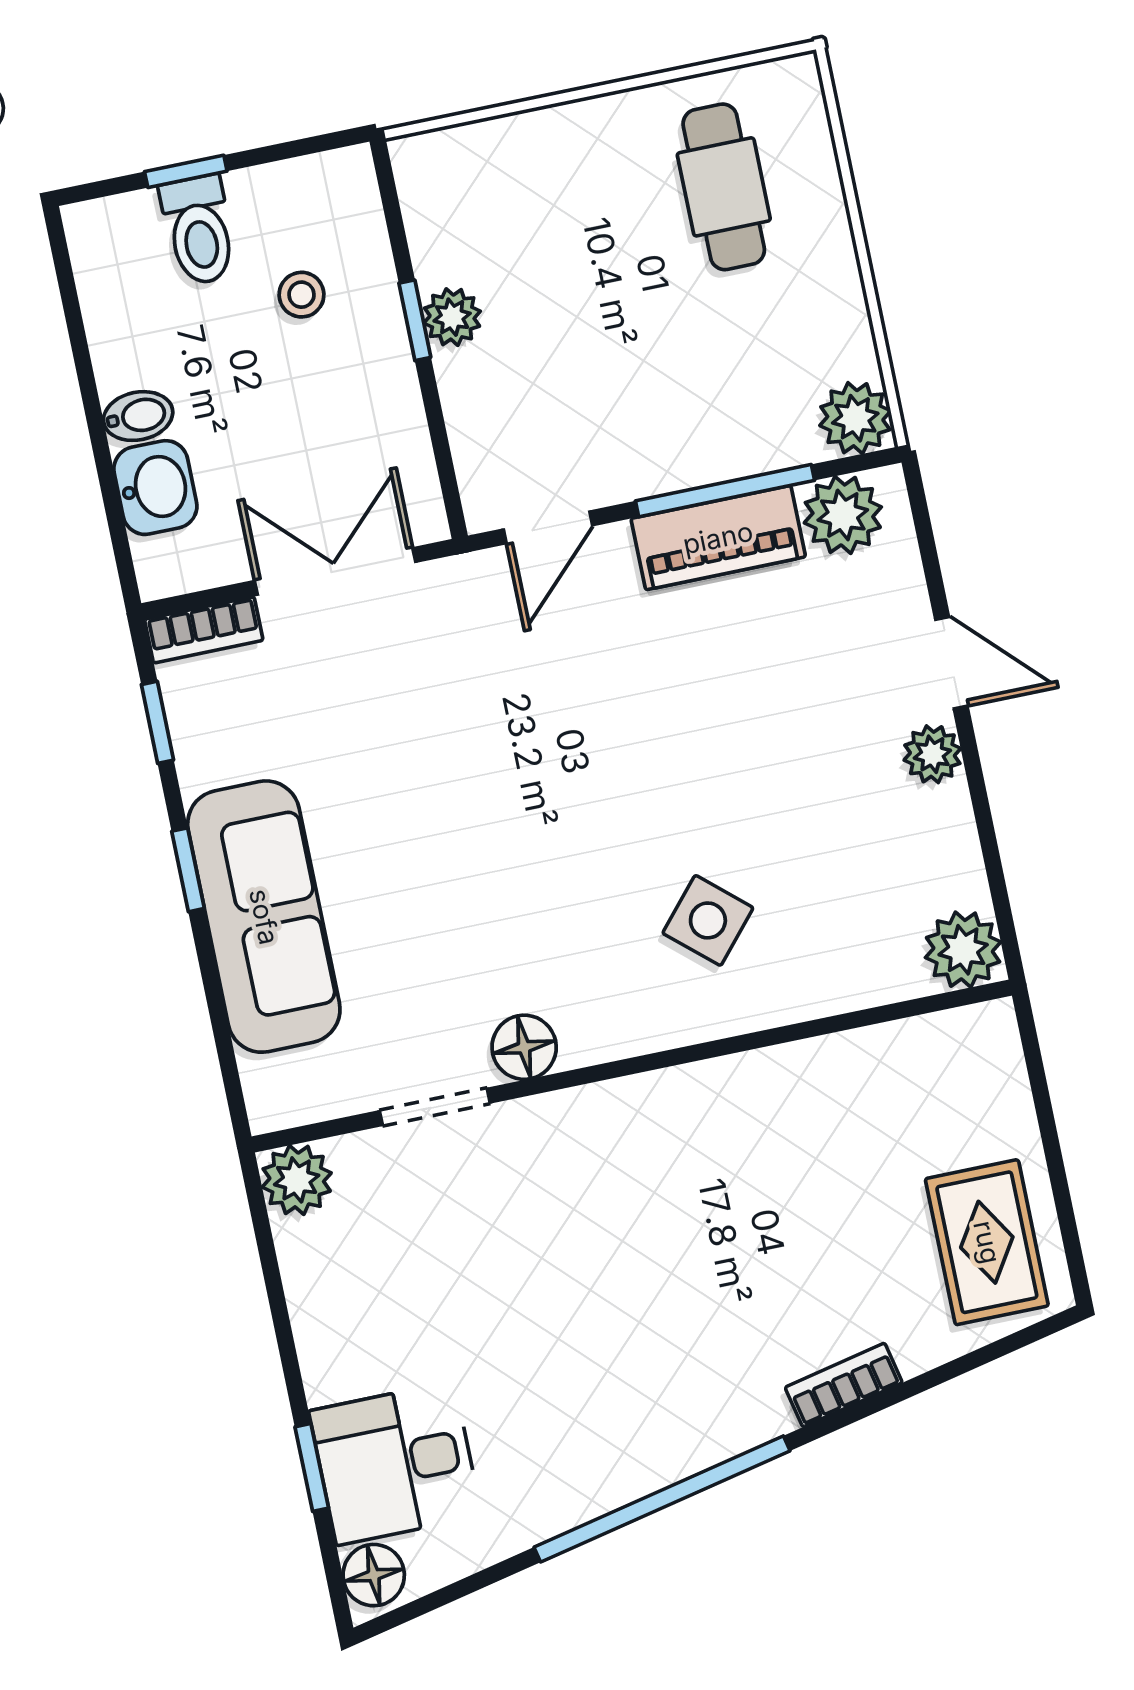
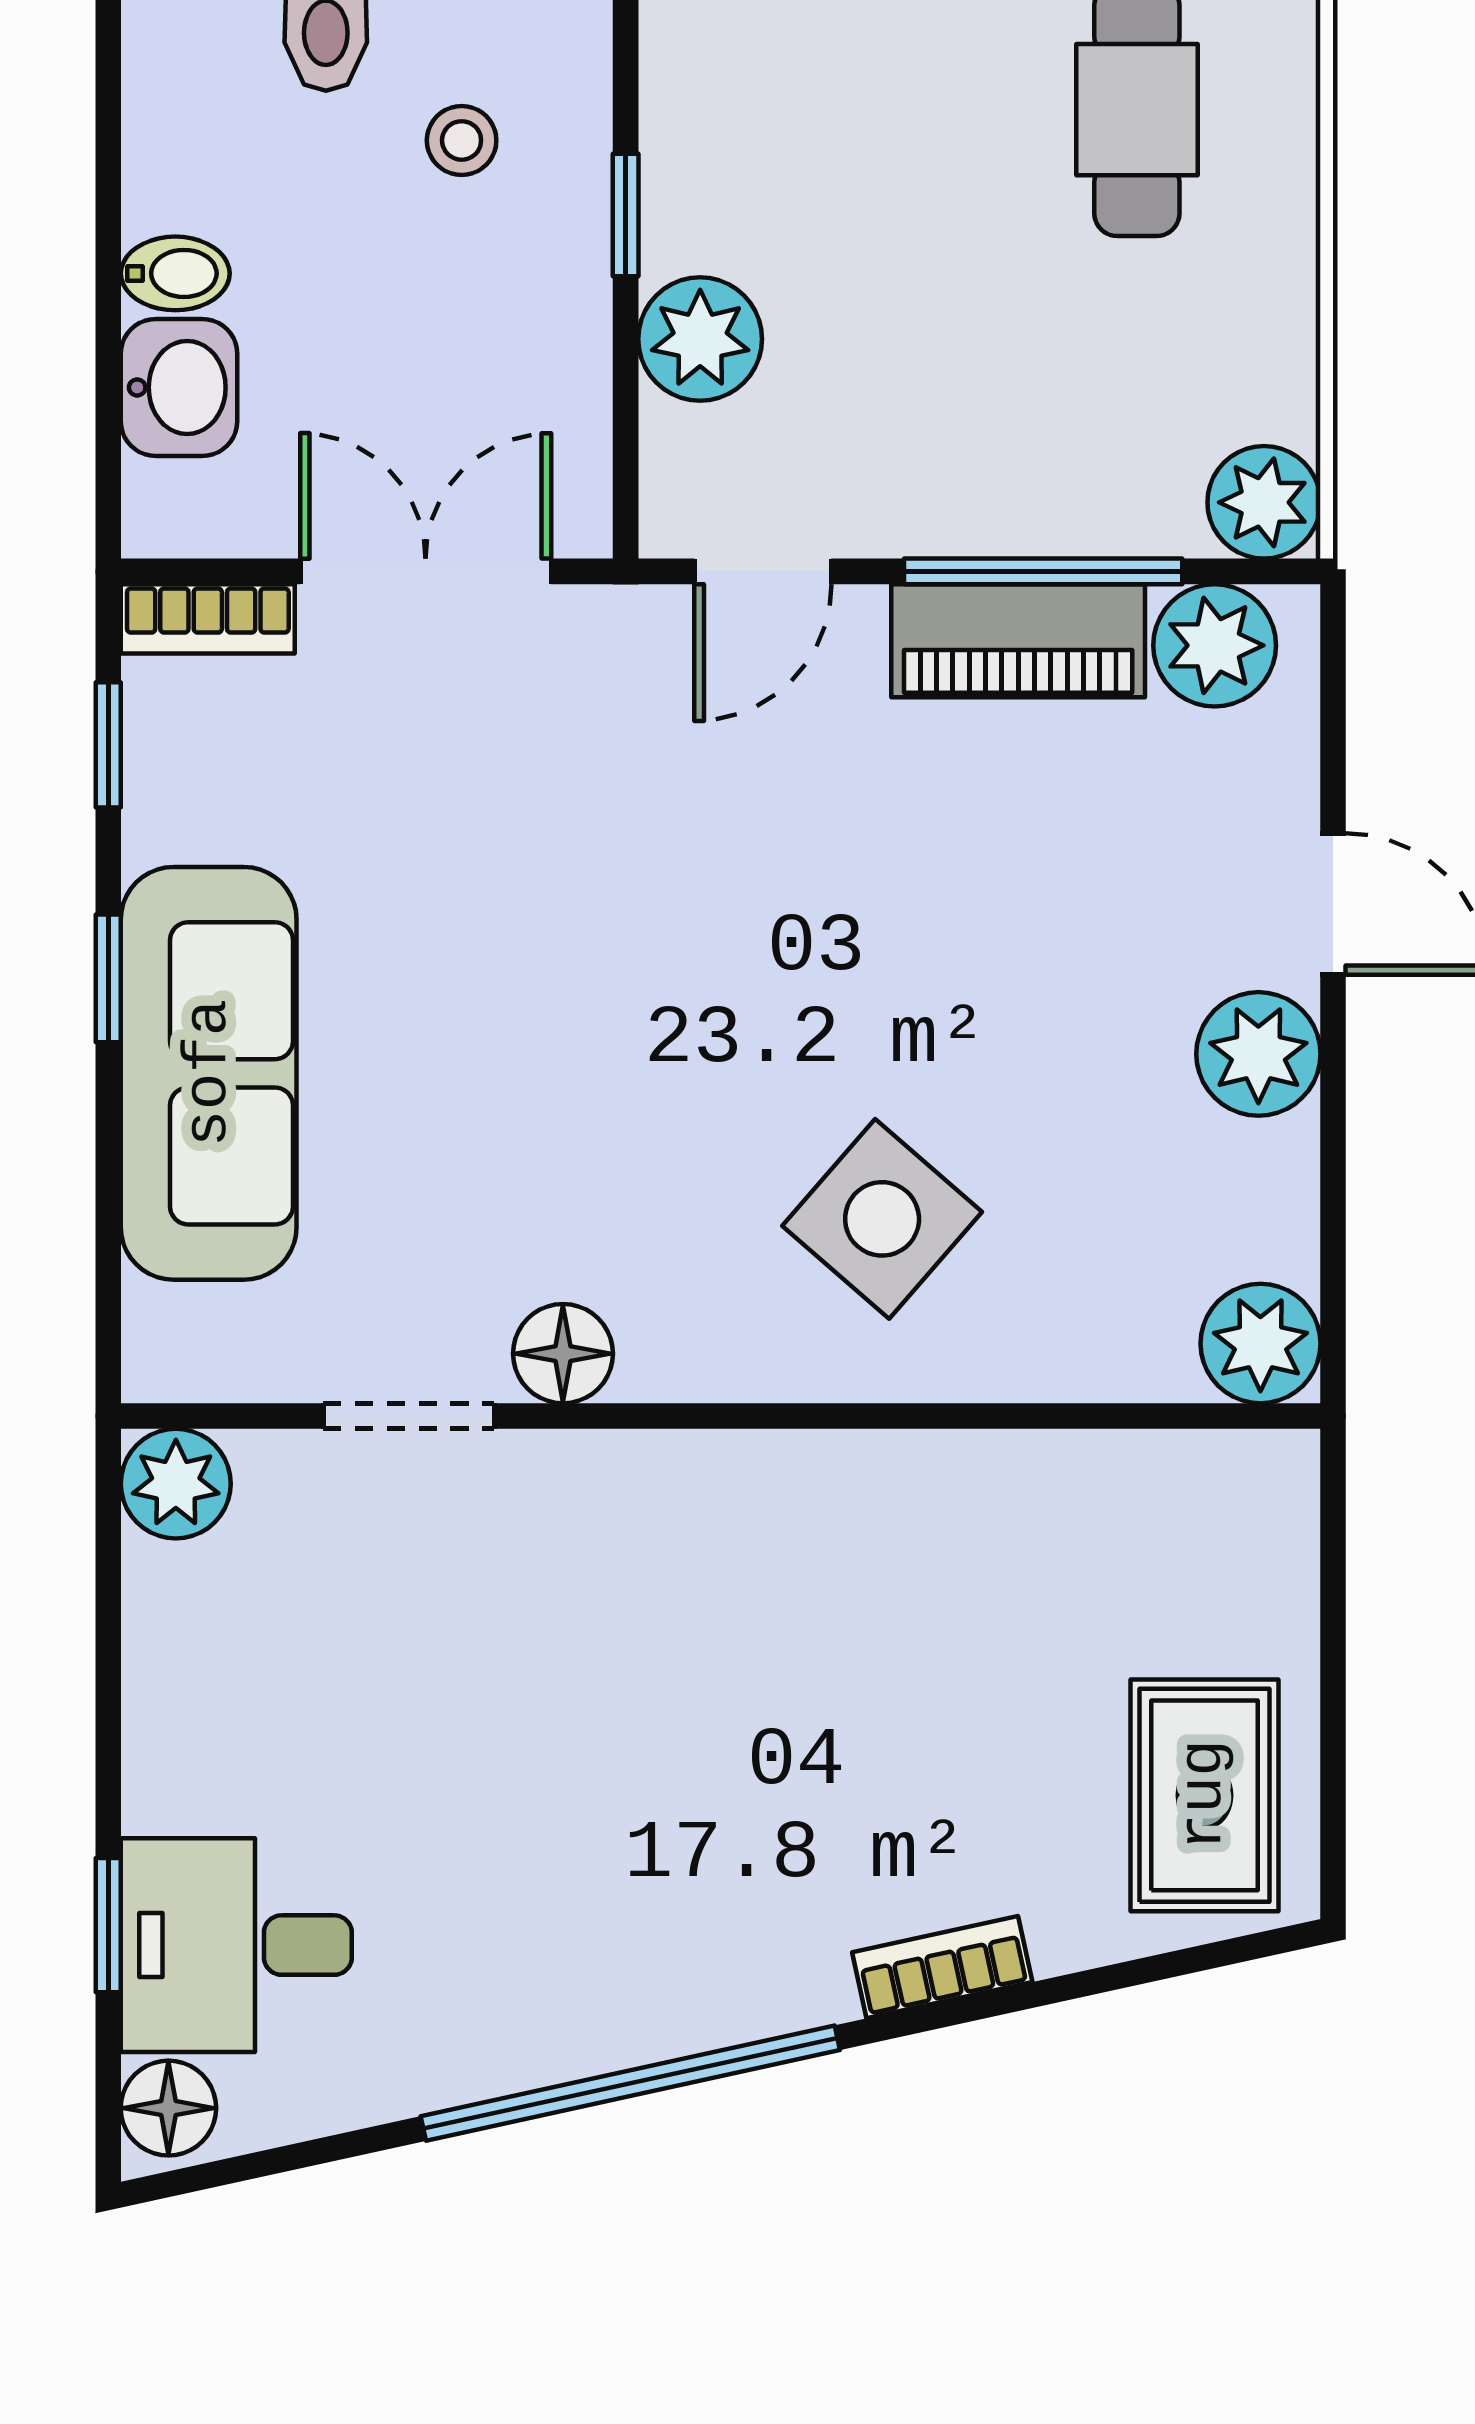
plant: (452, 317) -> (700, 339), moved, width x1.38, depth x1.38
plant: (932, 754) -> (1258, 1054), width x1.38, depth x1.38
side table: (708, 920) -> (882, 1219), width x1.37, depth x1.37

